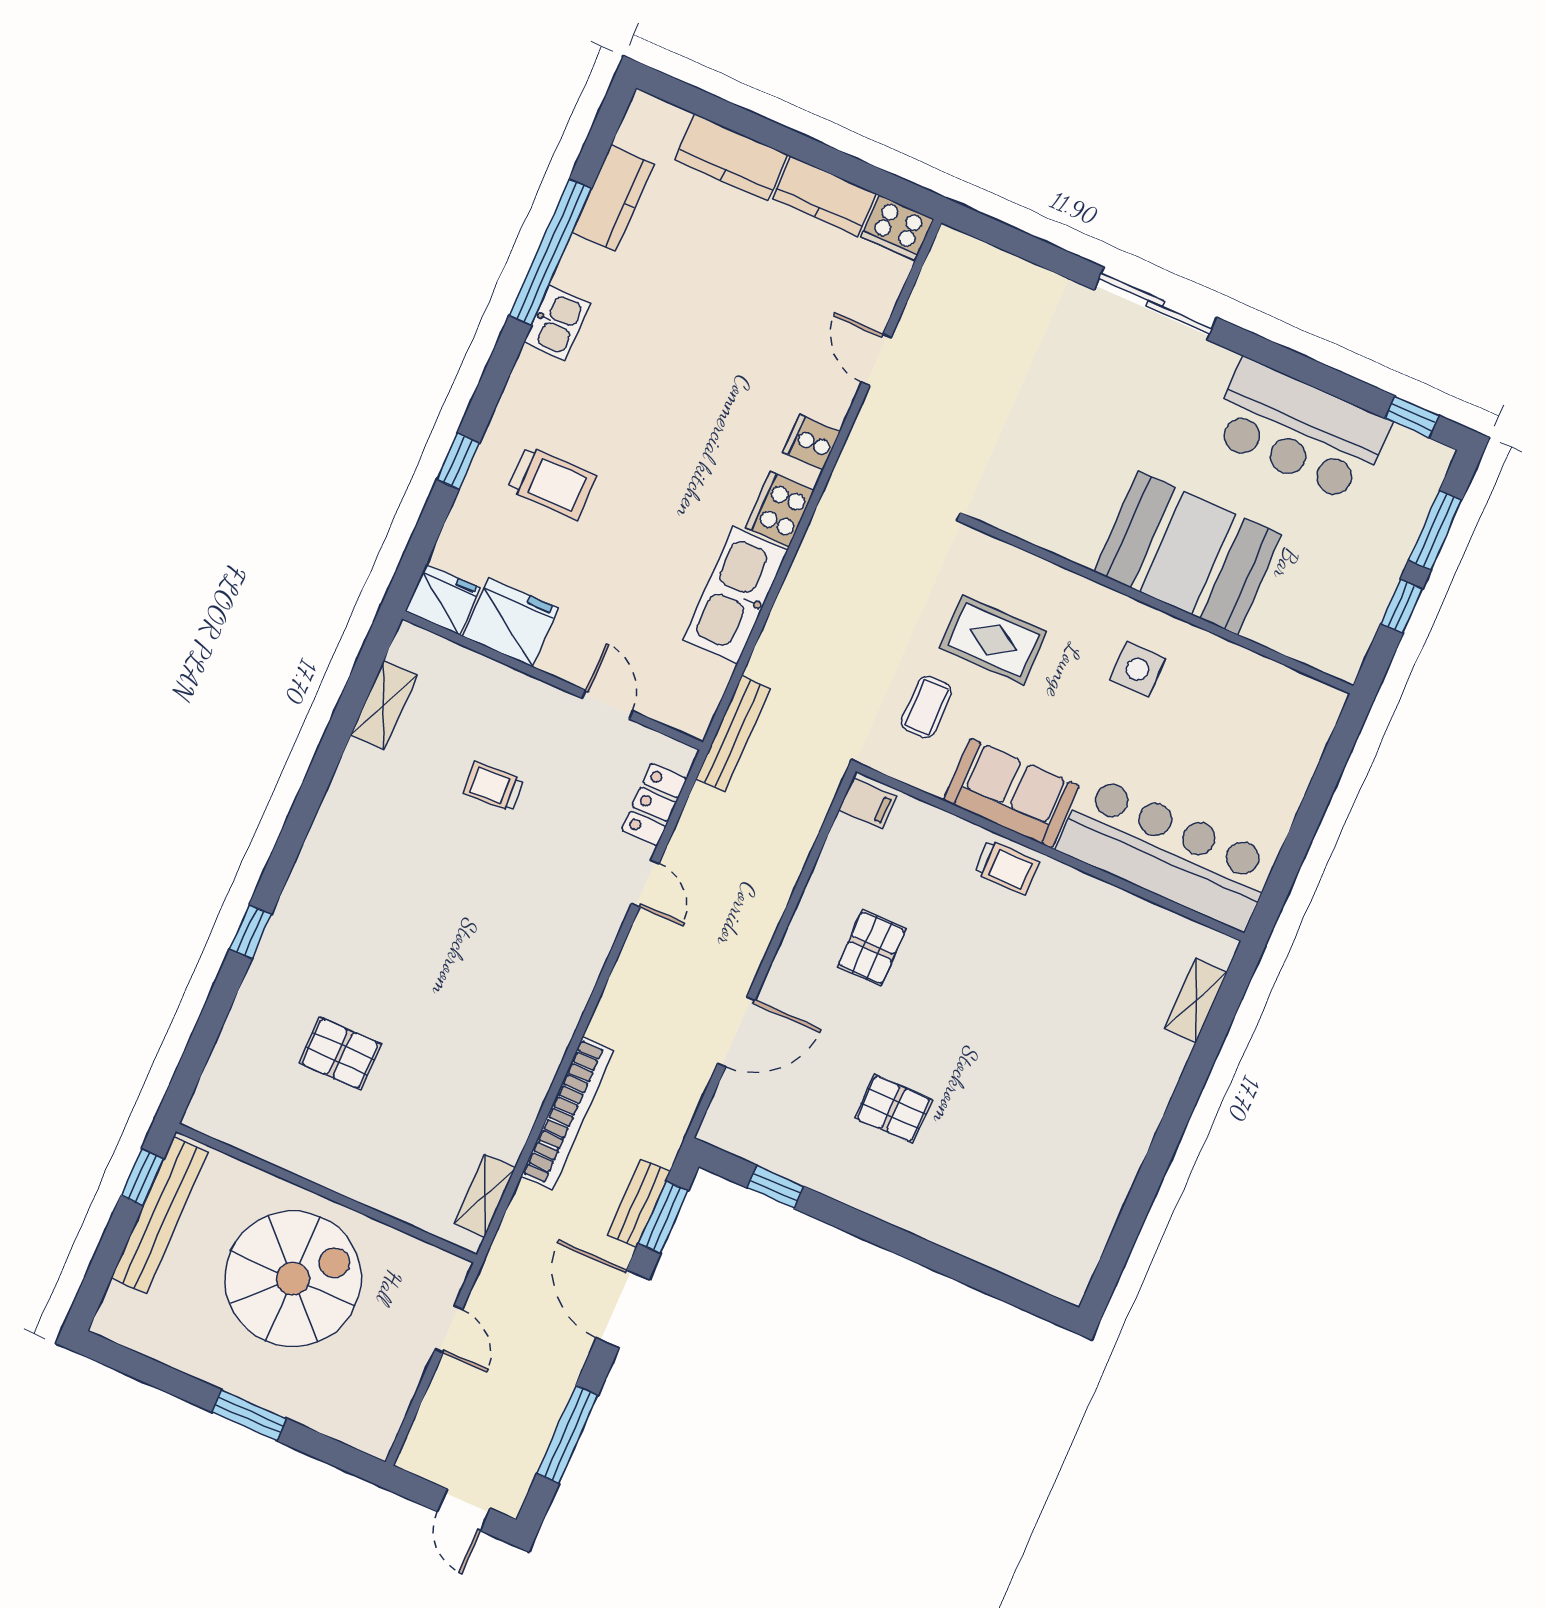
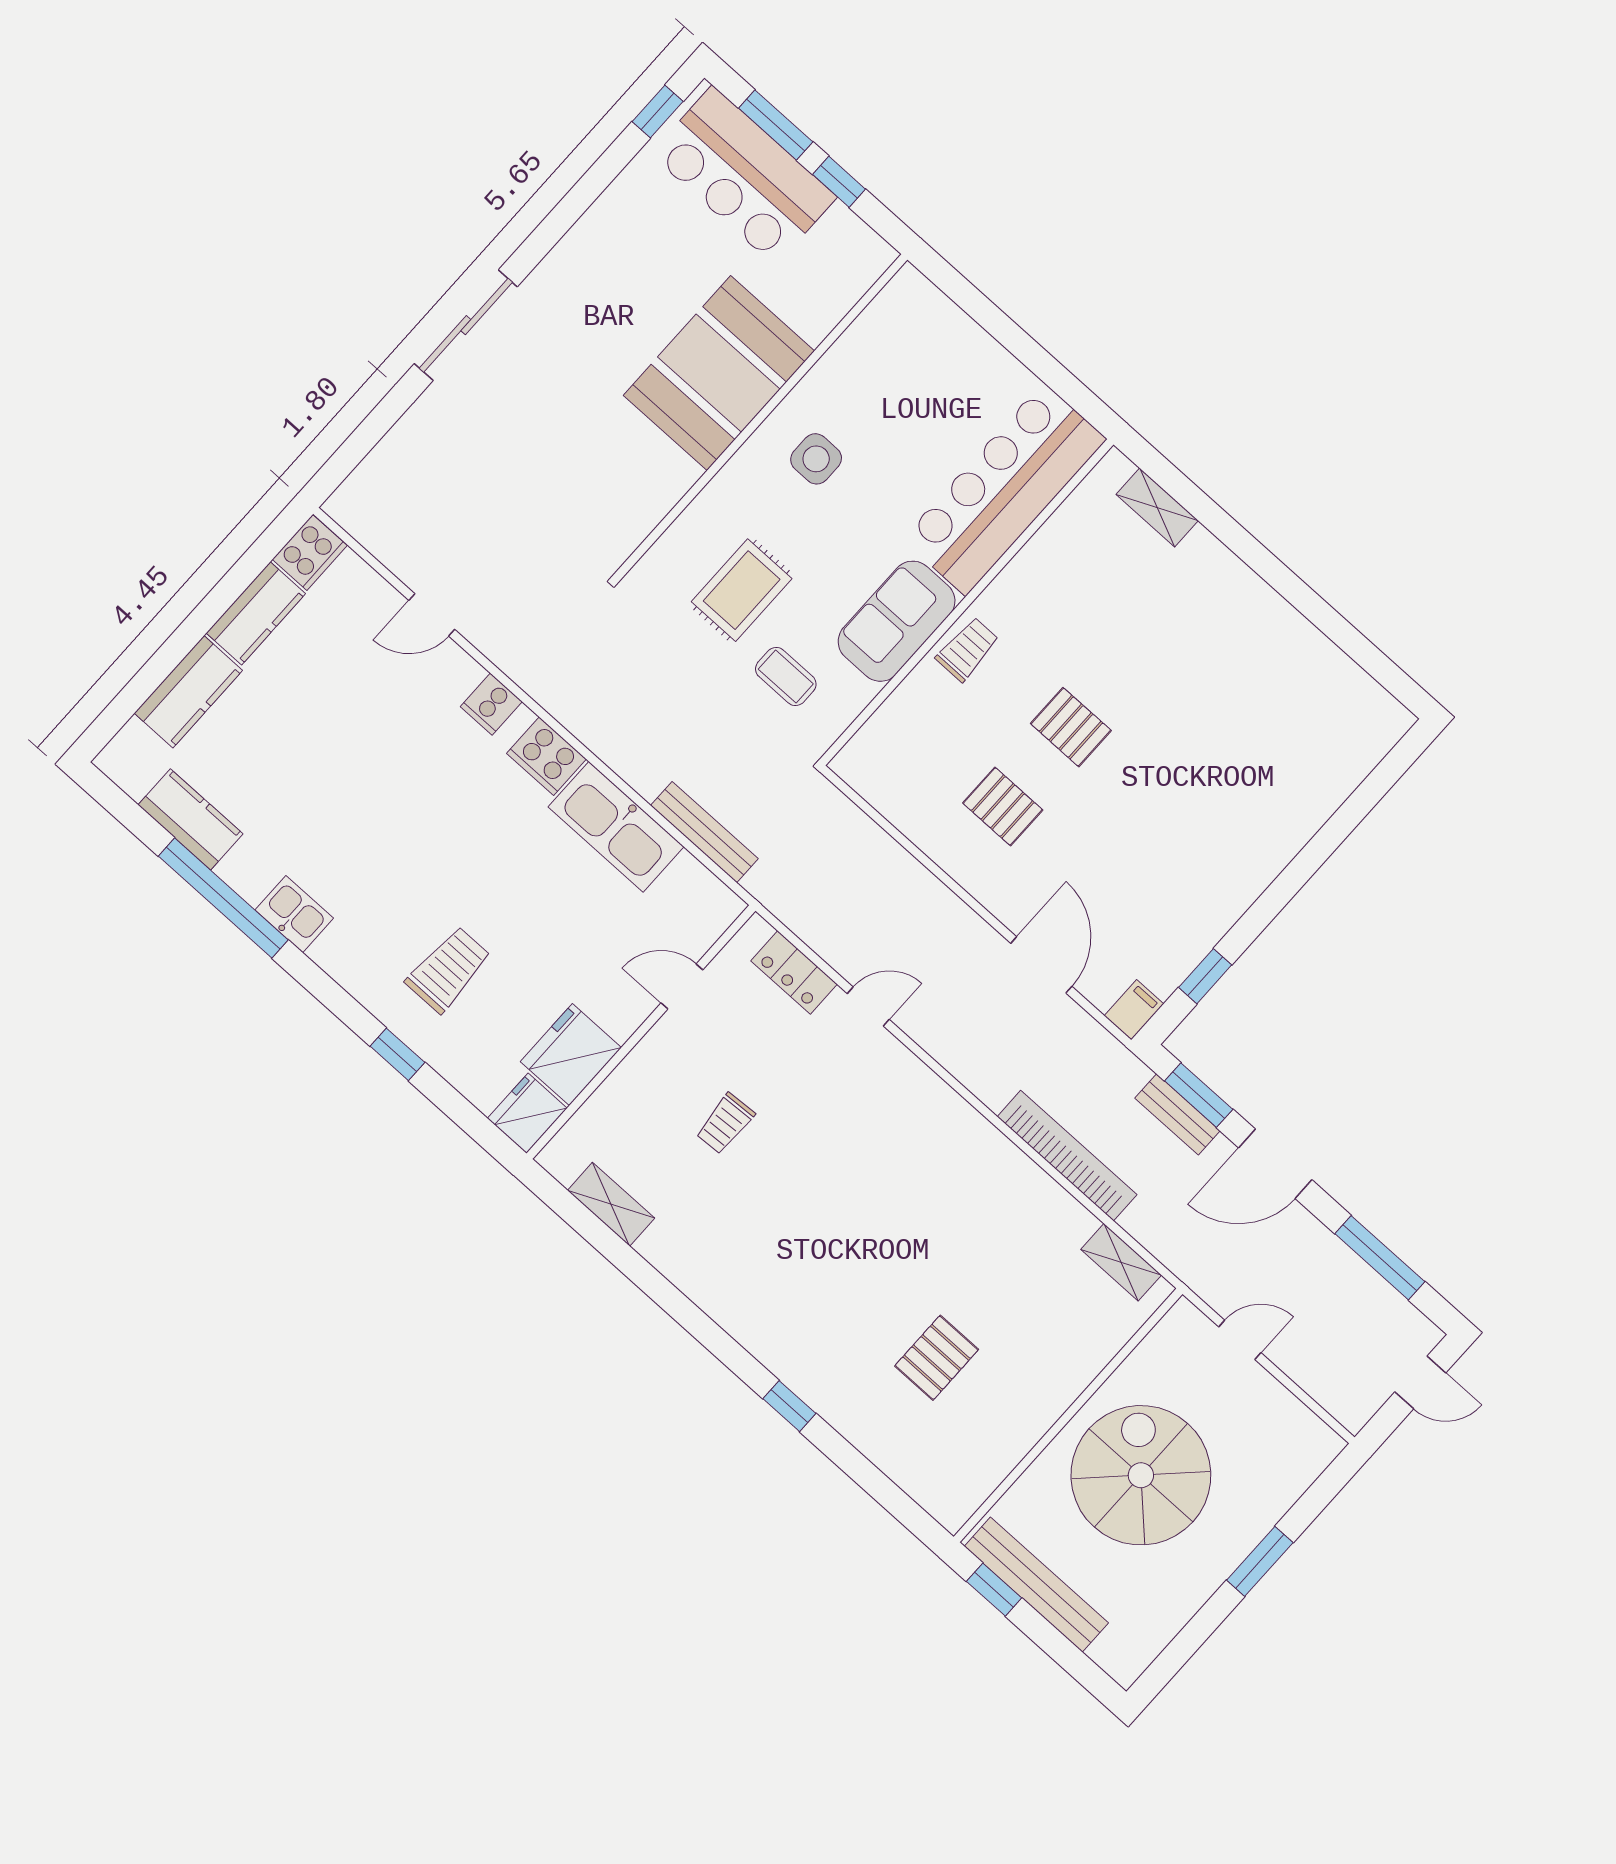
bar counter: (1299, 430) -> (744, 176), moved, turned 90
bench: (733, 734) -> (704, 832), moved
filing cabinet: (867, 803) -> (1134, 1010), moved
pallet: (893, 1109) -> (1071, 727), moved, turned 90

